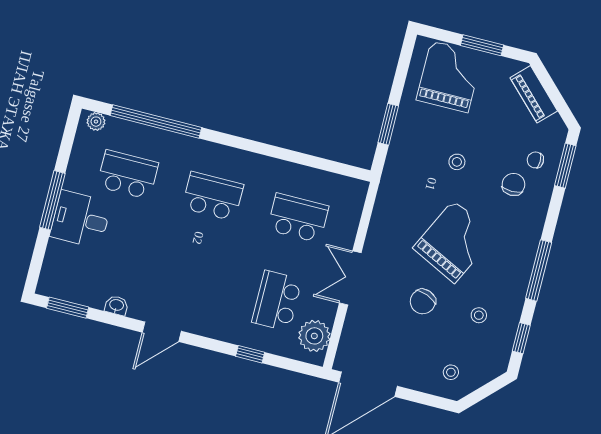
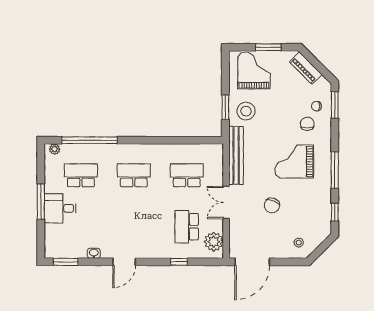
stool: (457, 162) -> (246, 111), moved, width x1.89, depth x1.89
bench: (386, 206) -> (236, 155), added
grand piano: (454, 242) -> (294, 162), moved, turned -116
stool: (479, 315) -> (307, 205), removed

